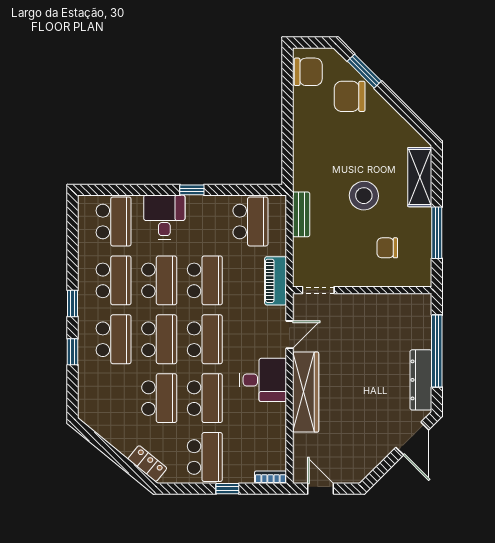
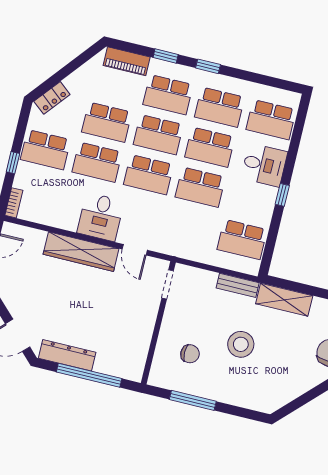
shelving: (420, 177) -> (284, 300), moved
chair: (387, 248) -> (190, 354), turned 90
piano: (276, 281) -> (127, 61), moved, turned 180

